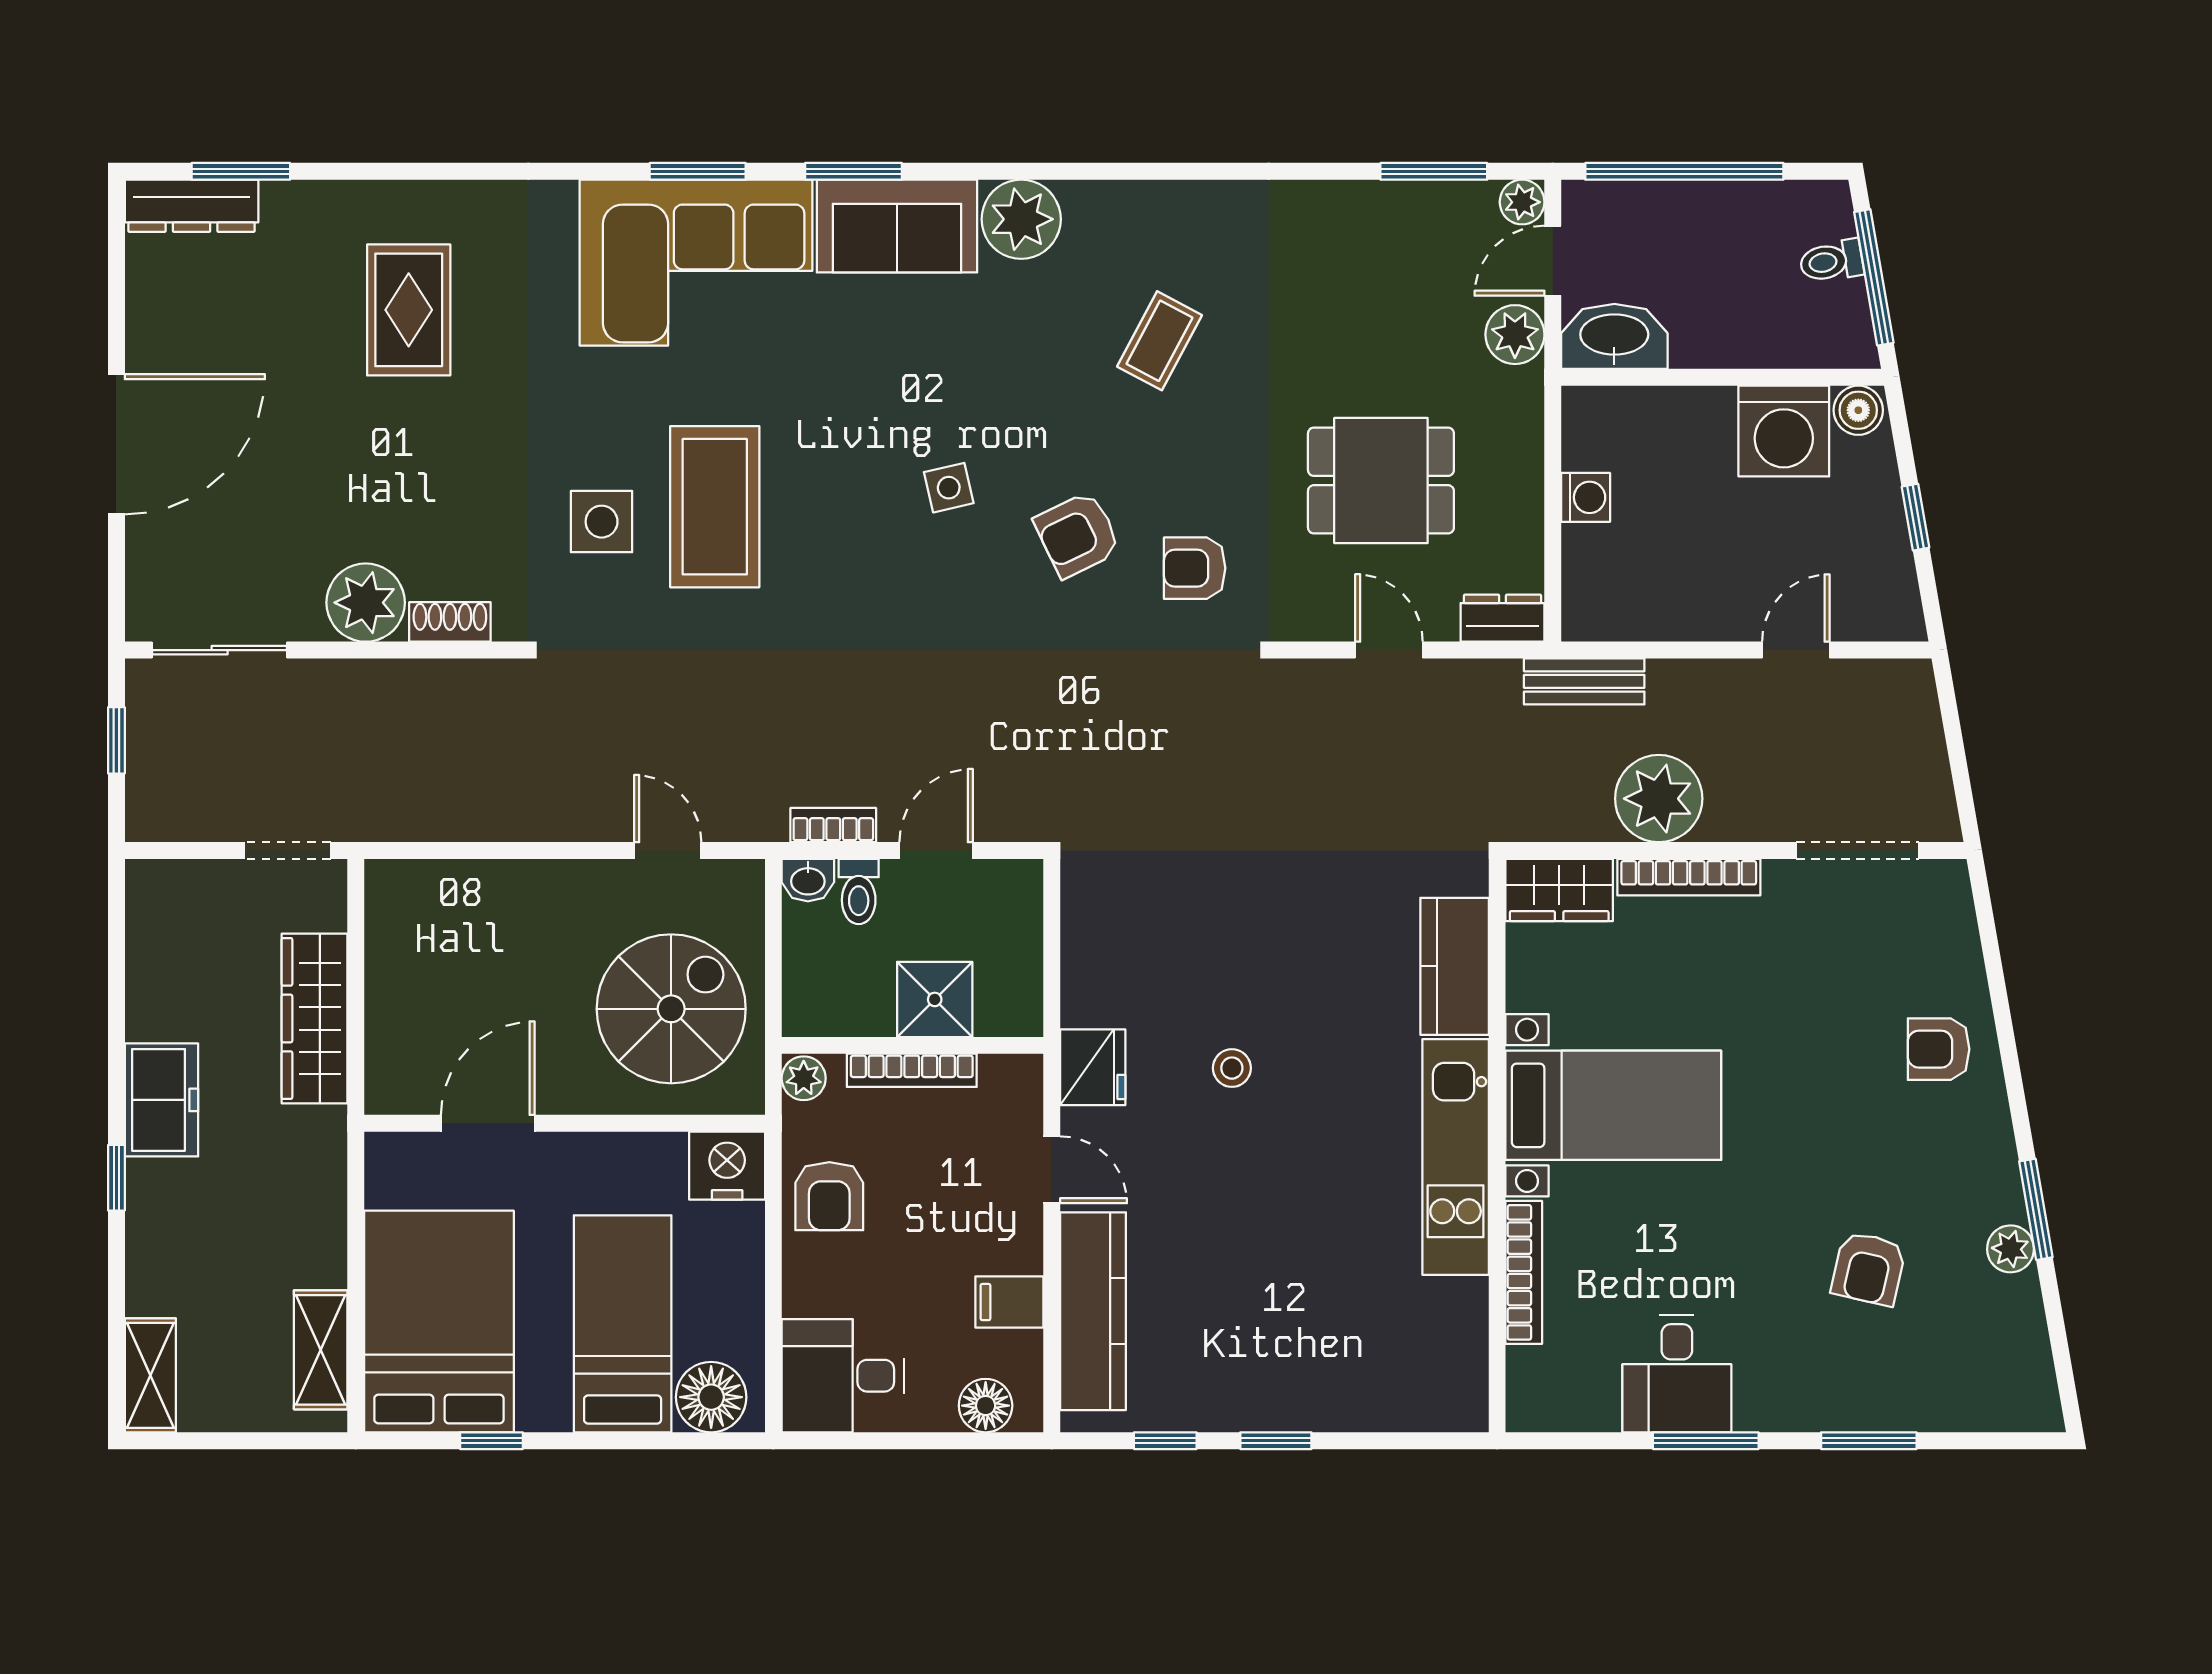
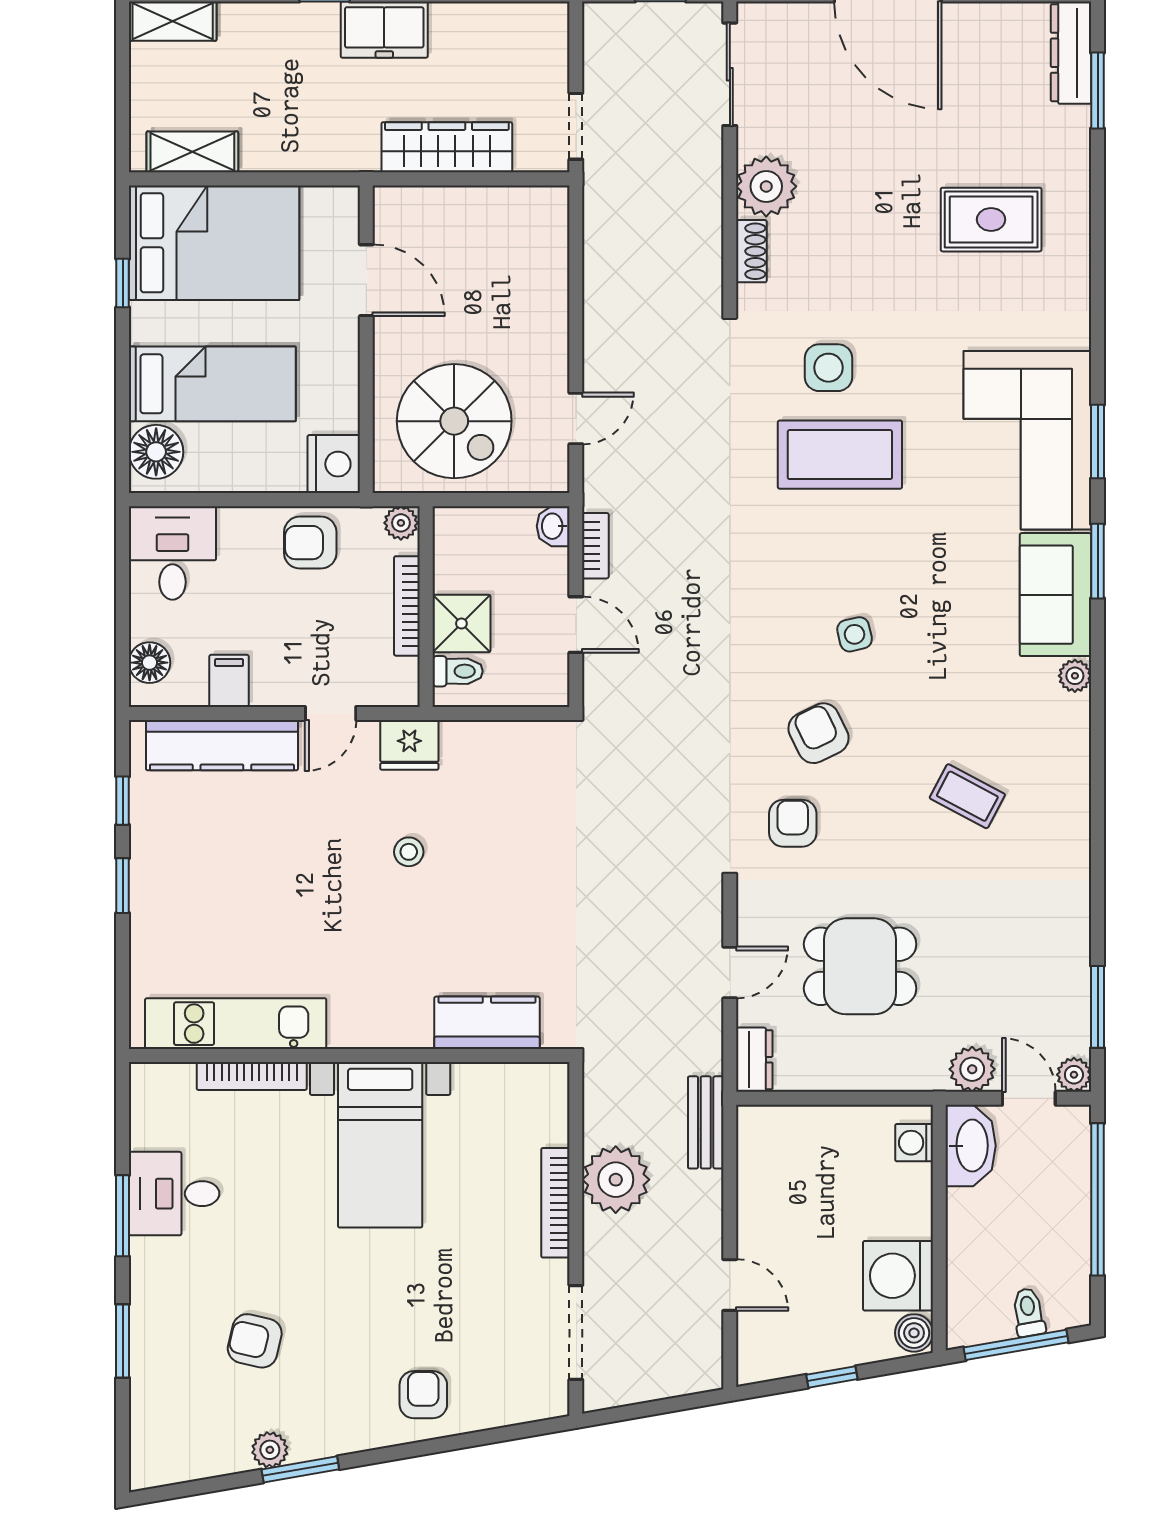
plant: (1021, 219) -> (1075, 676), width x0.53, depth x0.53
dining table: (1381, 481) -> (860, 966), turned 90
washing machine: (1586, 497) -> (914, 1143), moved, turned 90
wardrobe: (1559, 890) -> (546, 1103), removed
toilet: (859, 892) -> (458, 671), moved, turned 180
kitchen unit: (1456, 1157) -> (236, 1024), moved

